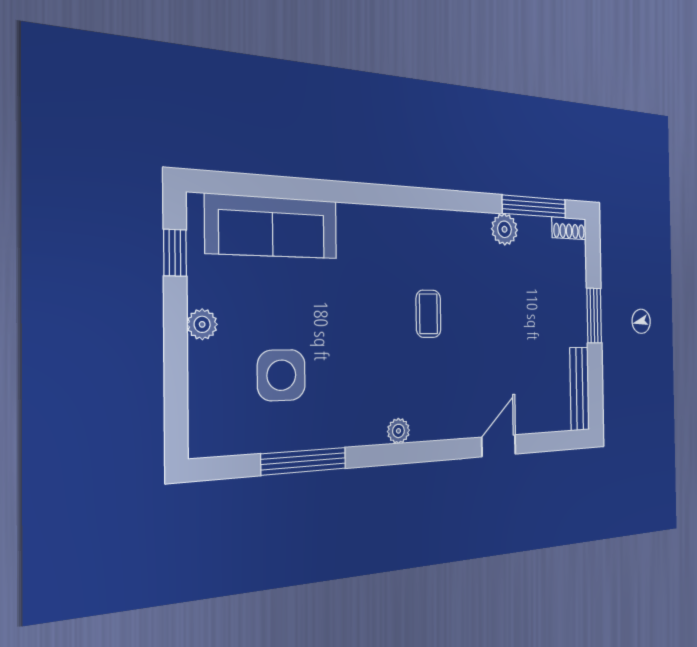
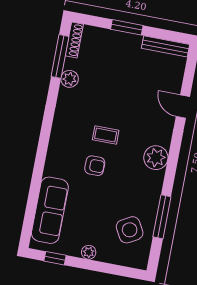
shoe rack: (569, 228) -> (74, 40), width x1.43
armchair: (373, 304) -> (95, 166), added
side table: (281, 375) -> (130, 230), moved, turned -30
plant: (398, 431) -> (156, 158), width x1.88, depth x1.88

